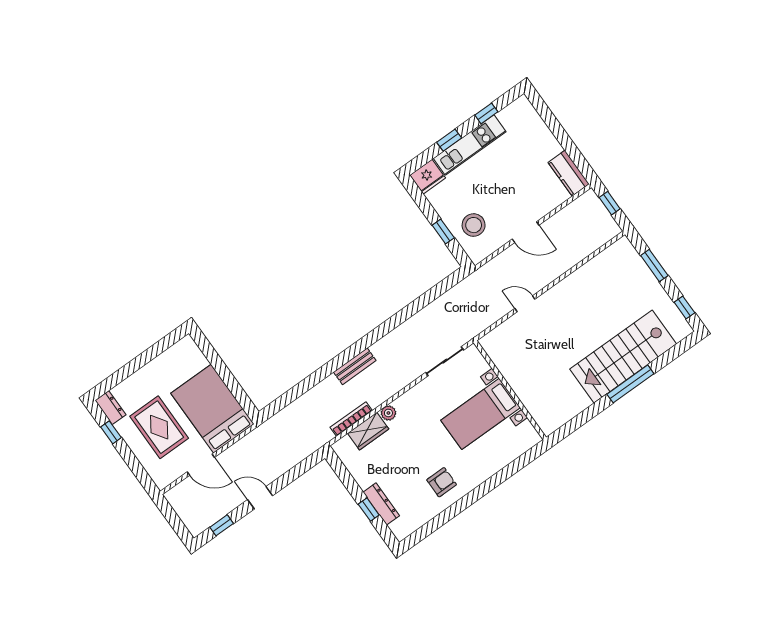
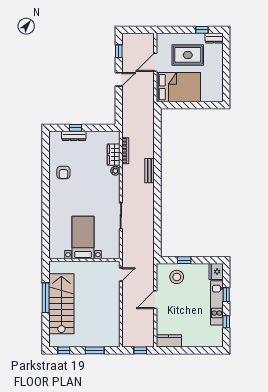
wall: (510, 390) -> (84, 260), moved
bed with nightstands: (481, 414) -> (83, 238), moved

